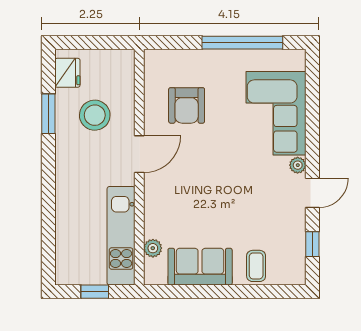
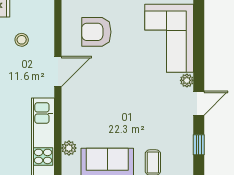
armchair: (187, 105) -> (96, 32), turned 90
stool: (95, 115) -> (22, 40), width x0.53, depth x0.53

